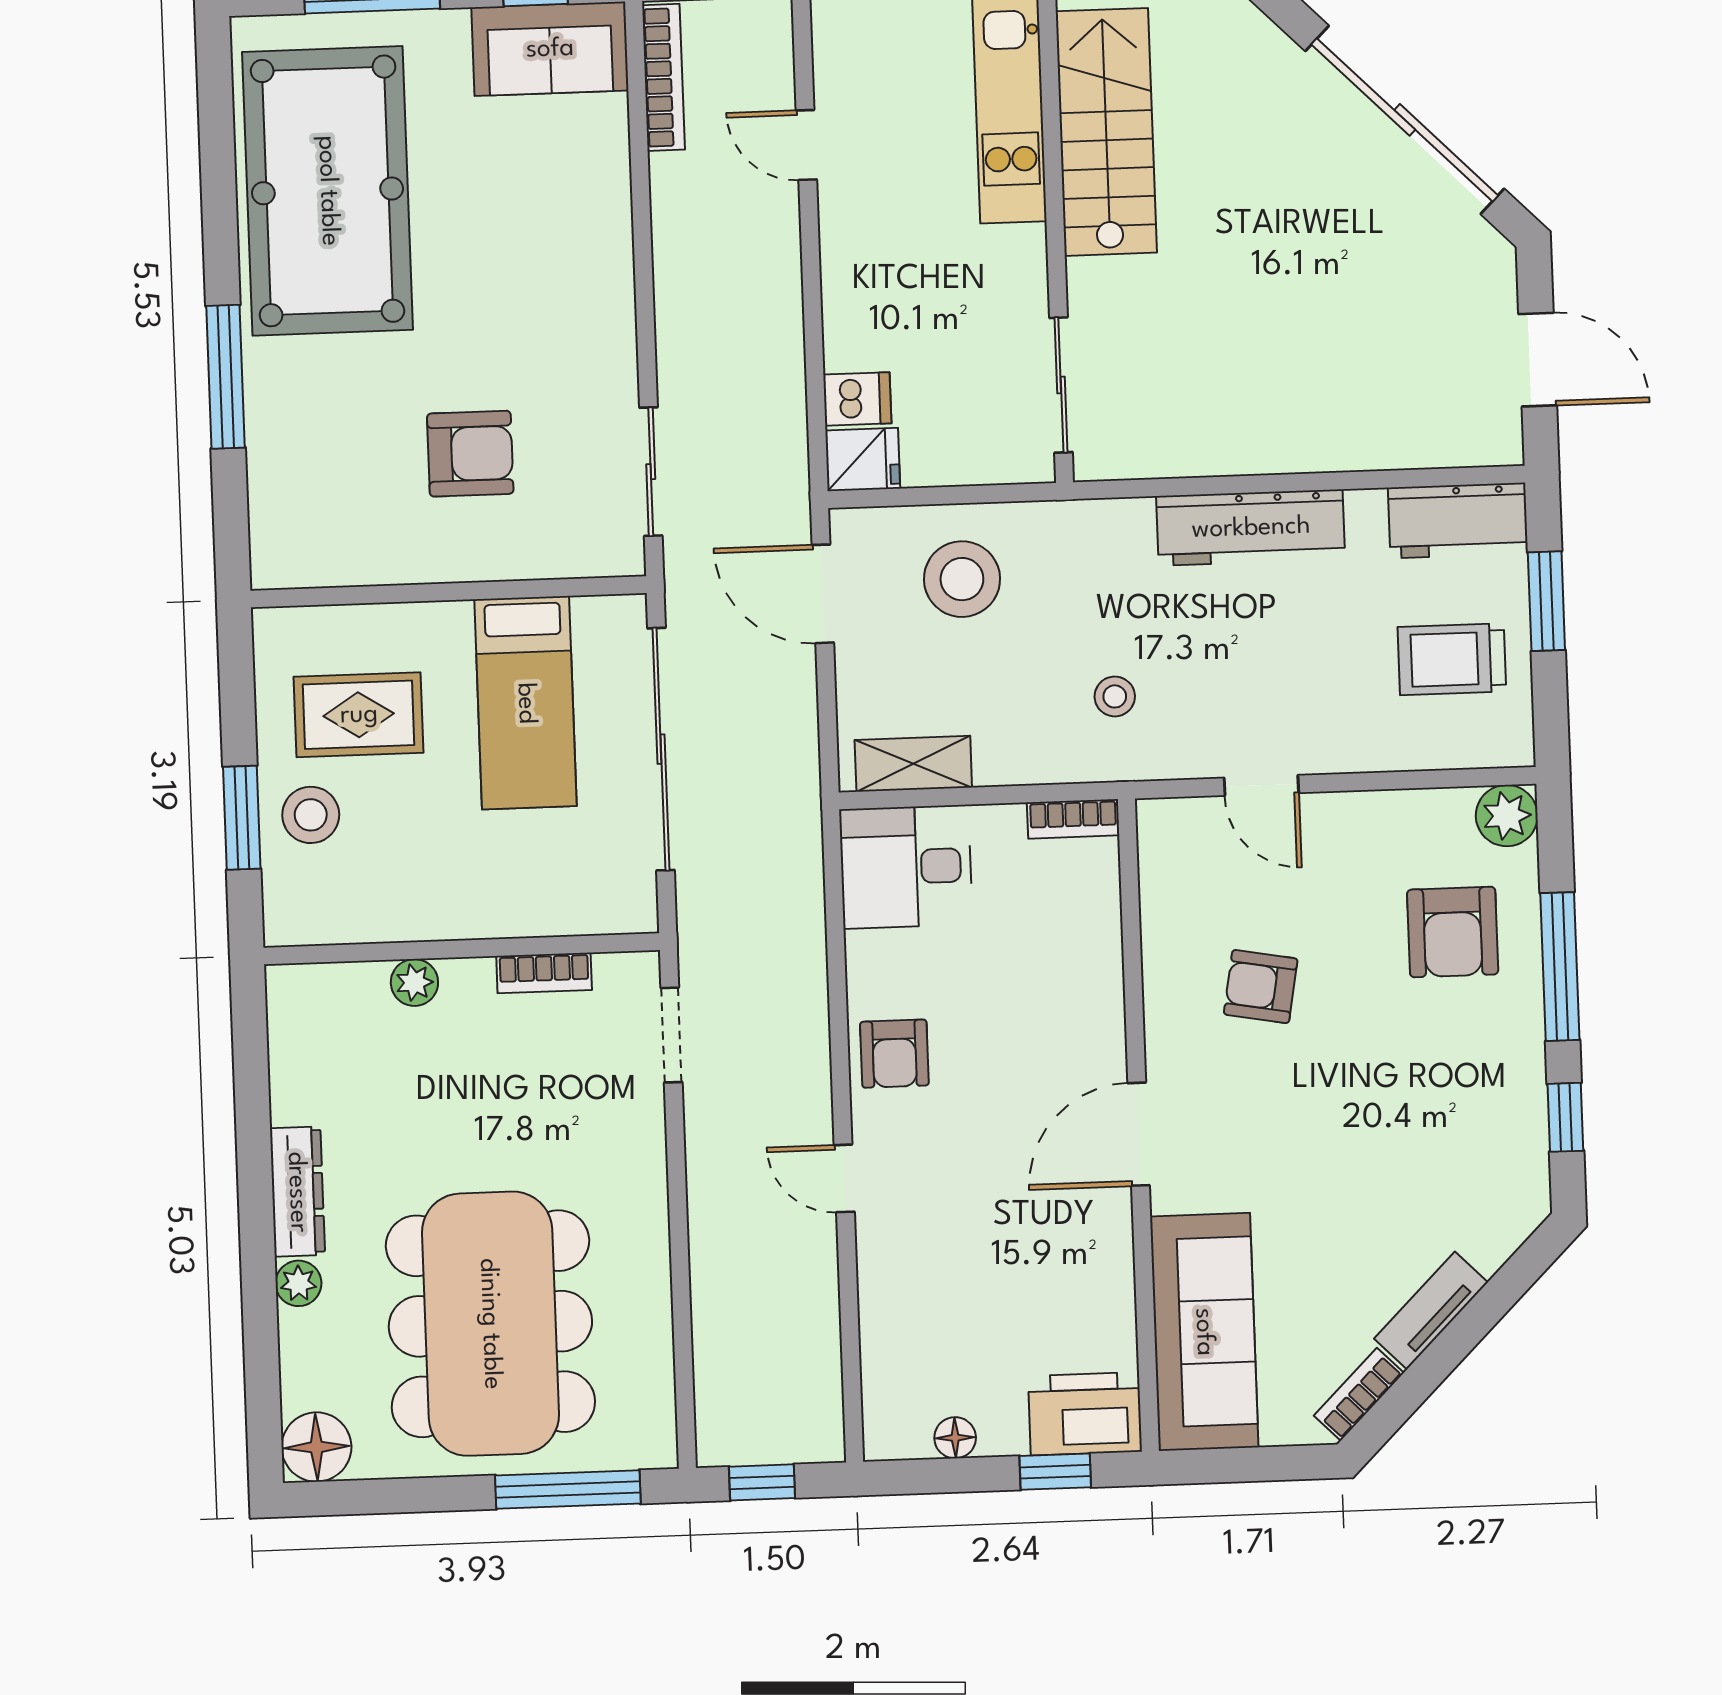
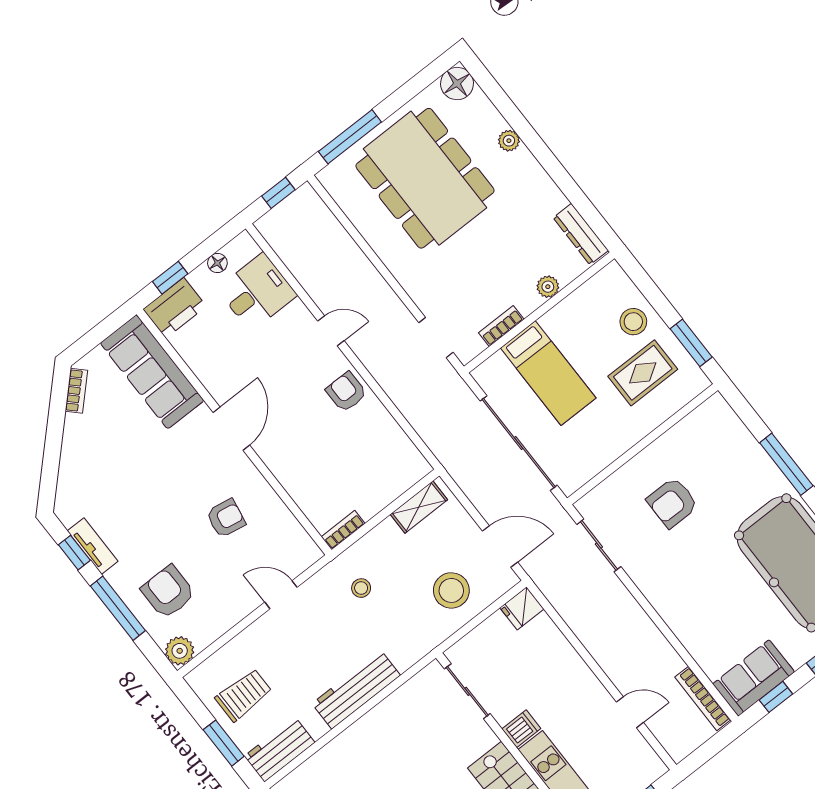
dishwasher: (857, 399) -> (521, 729), moved, turned 180
bed: (526, 703) -> (548, 373), moved, turned 180
window: (242, 818) -> (691, 343), moved
desk: (906, 867) -> (257, 292), moved
dresser: (297, 1192) -> (581, 234), moved
tv unit: (1431, 1310) -> (93, 546), moved, turned -45

